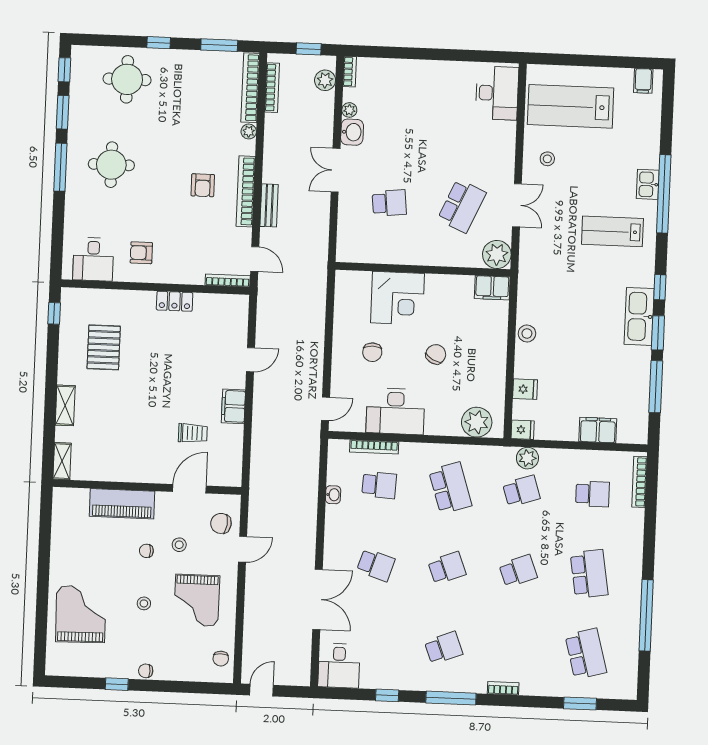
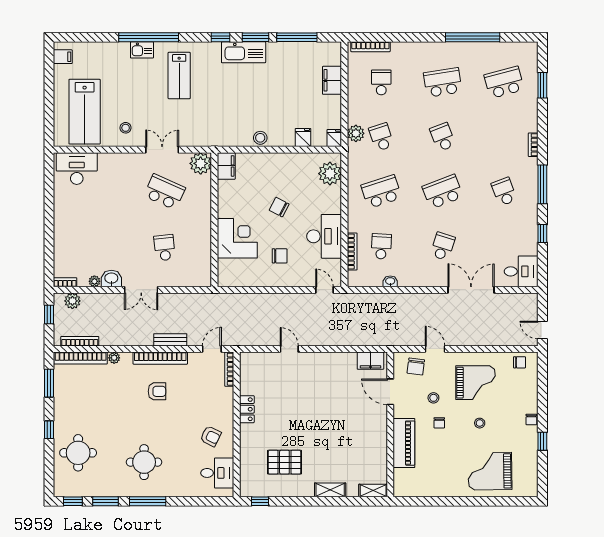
armchair: (141, 253) -> (211, 436), turned -64
filing cabinet: (233, 406) -> (370, 361), moved
trolley: (193, 433) -> (347, 391), removed
school desk: (447, 568) -> (443, 192), width x1.85

